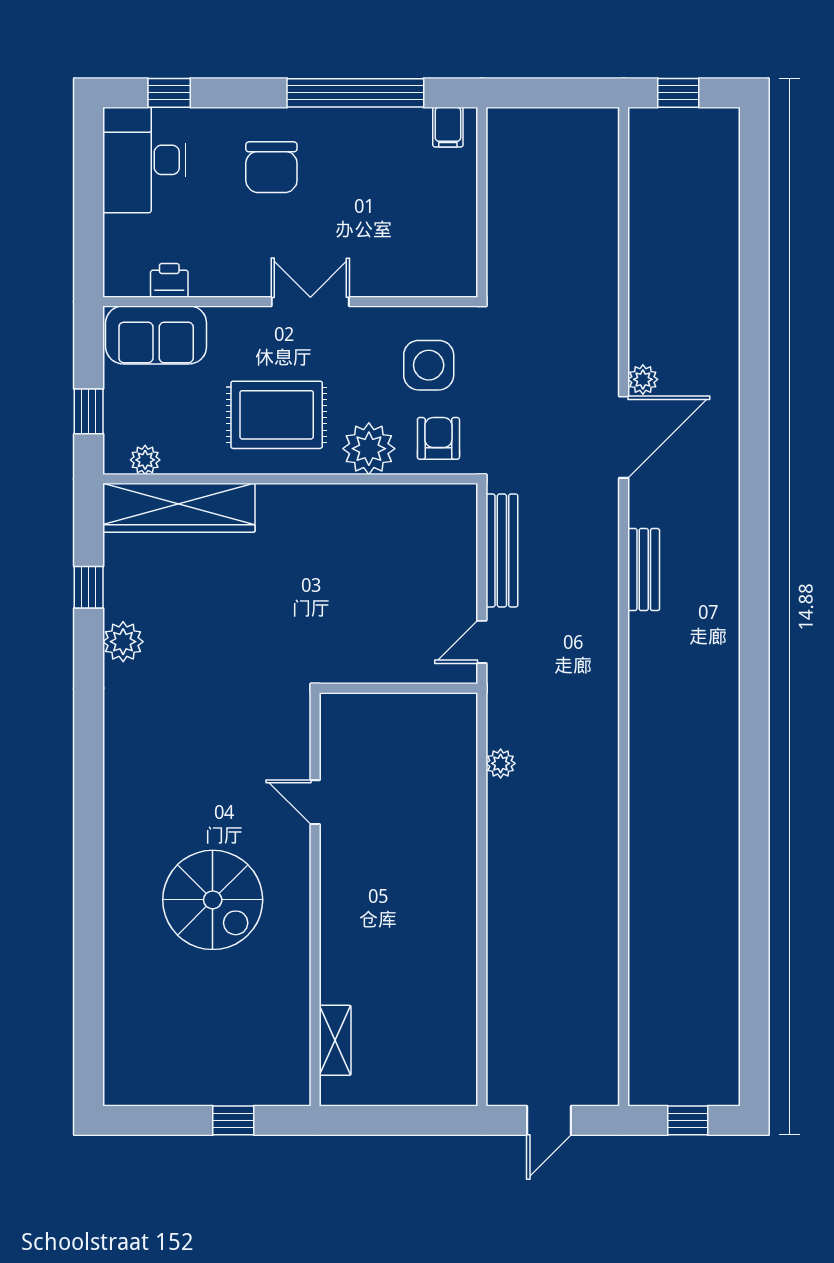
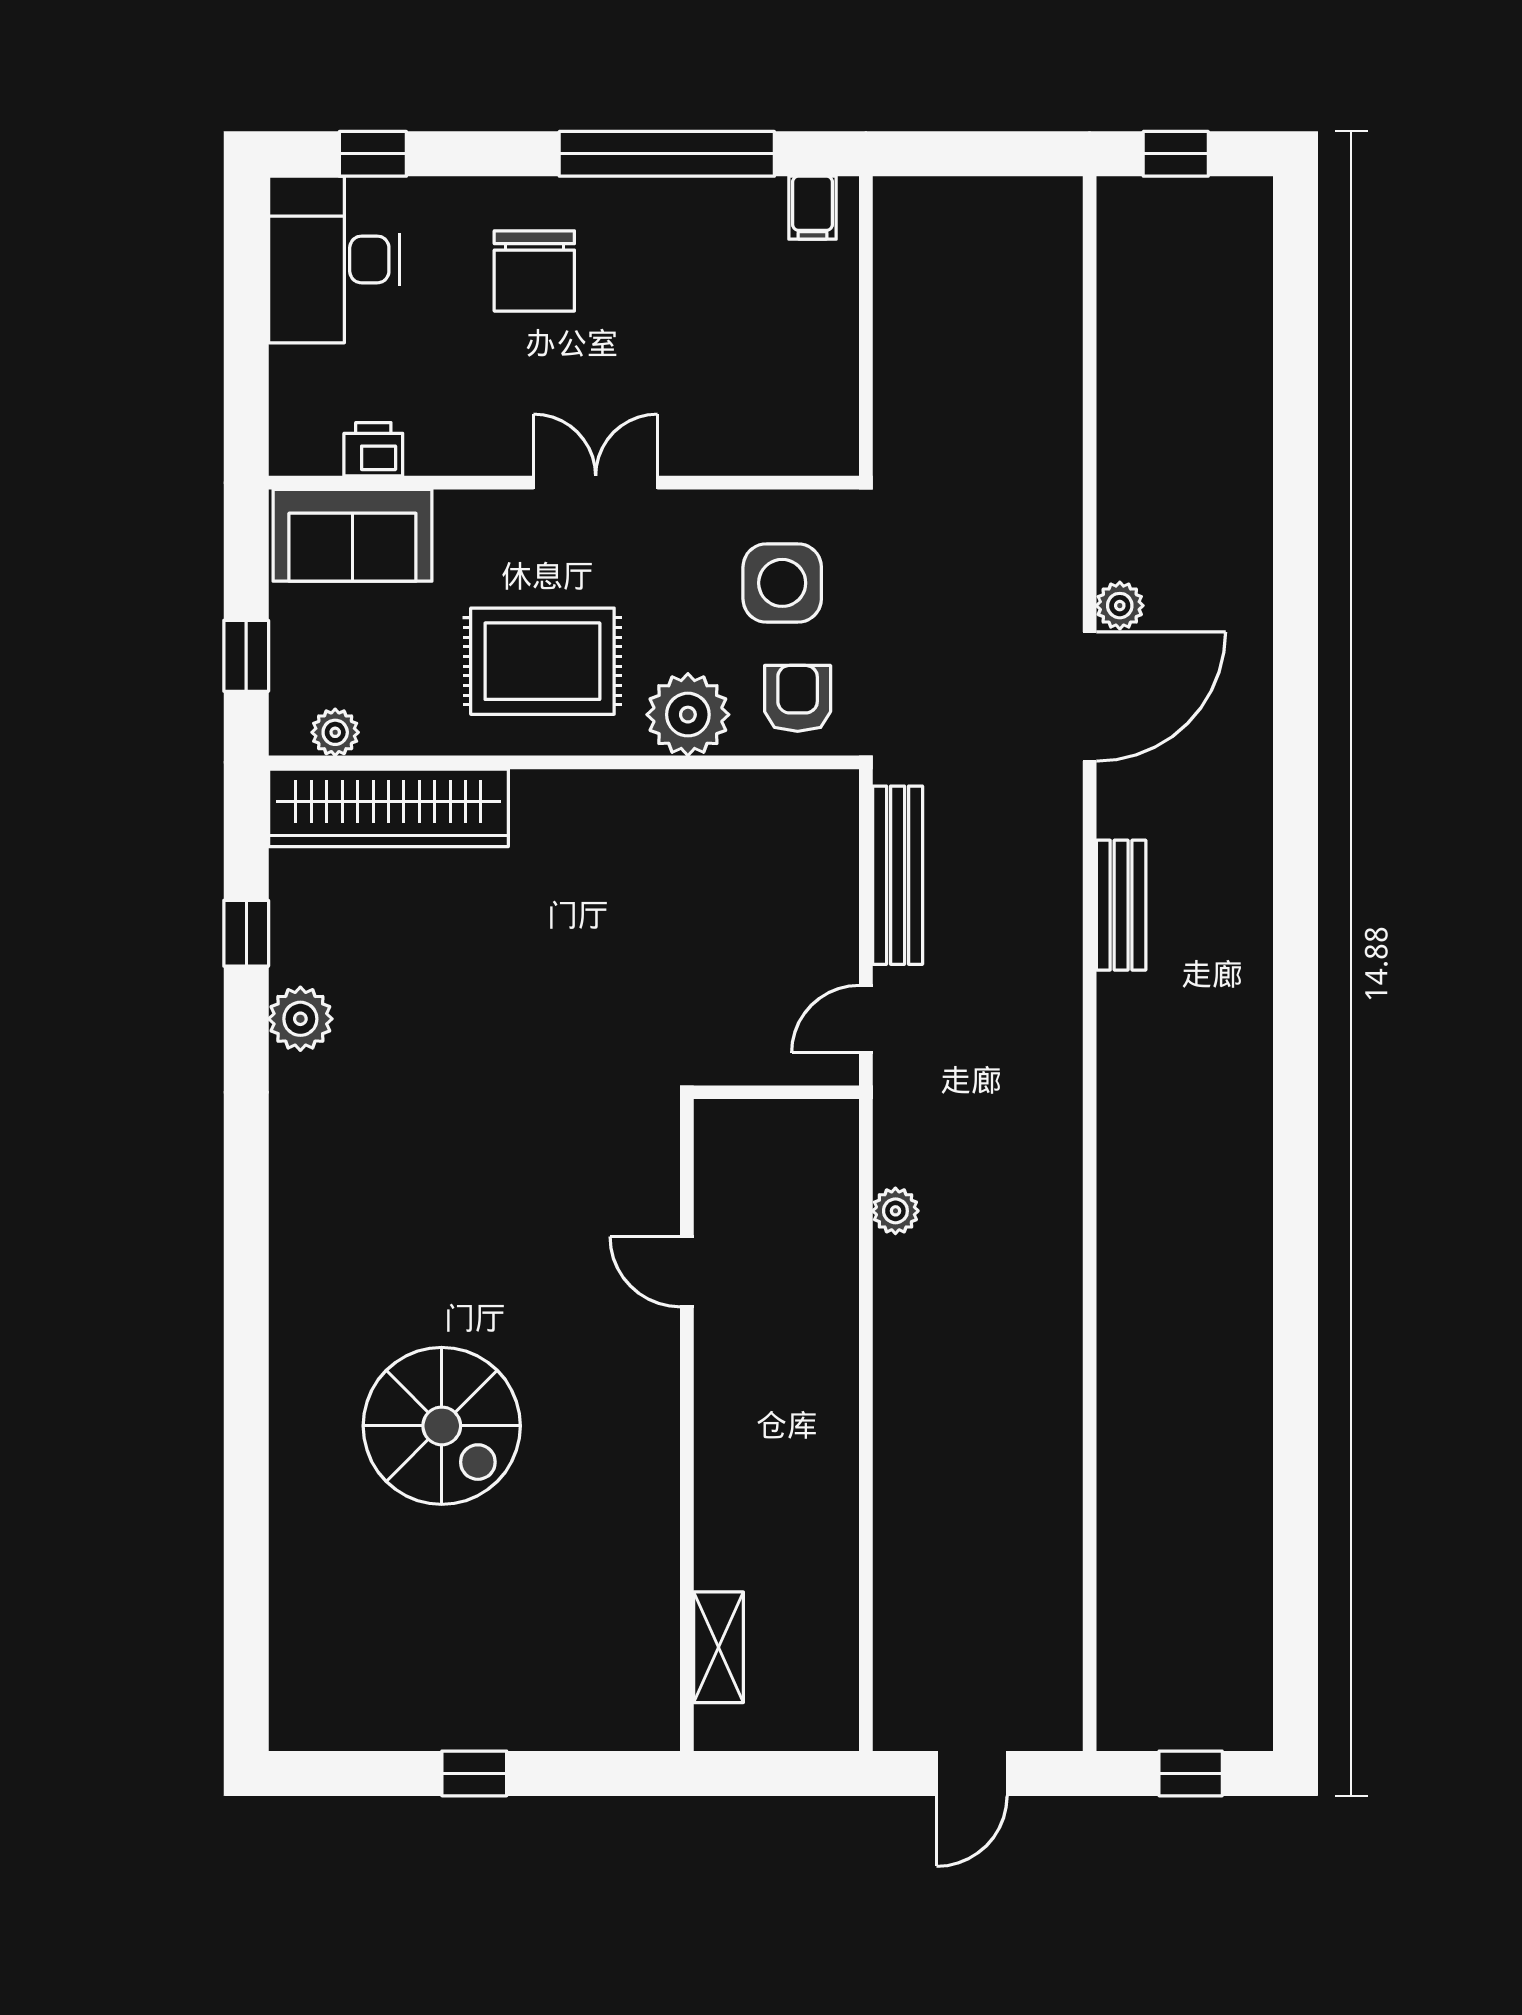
door: (315, 802) -> (687, 1272), moved
wall: (315, 899) -> (687, 1425), moved
shelving: (335, 1040) -> (719, 1647), moved

